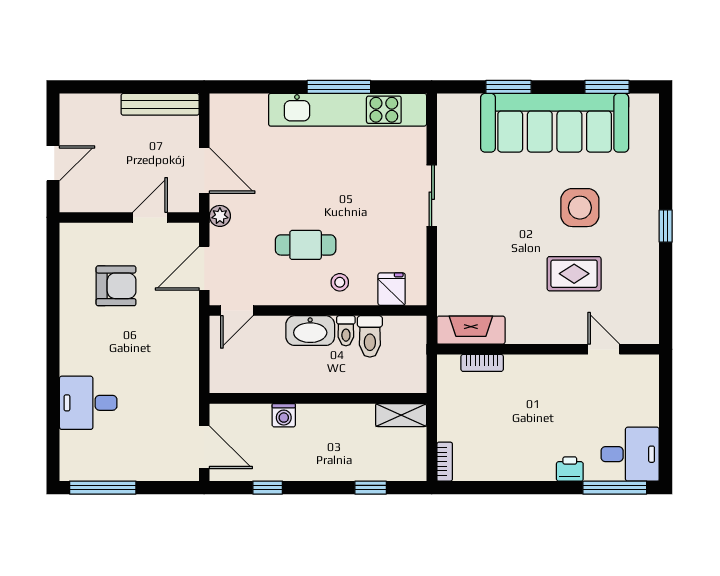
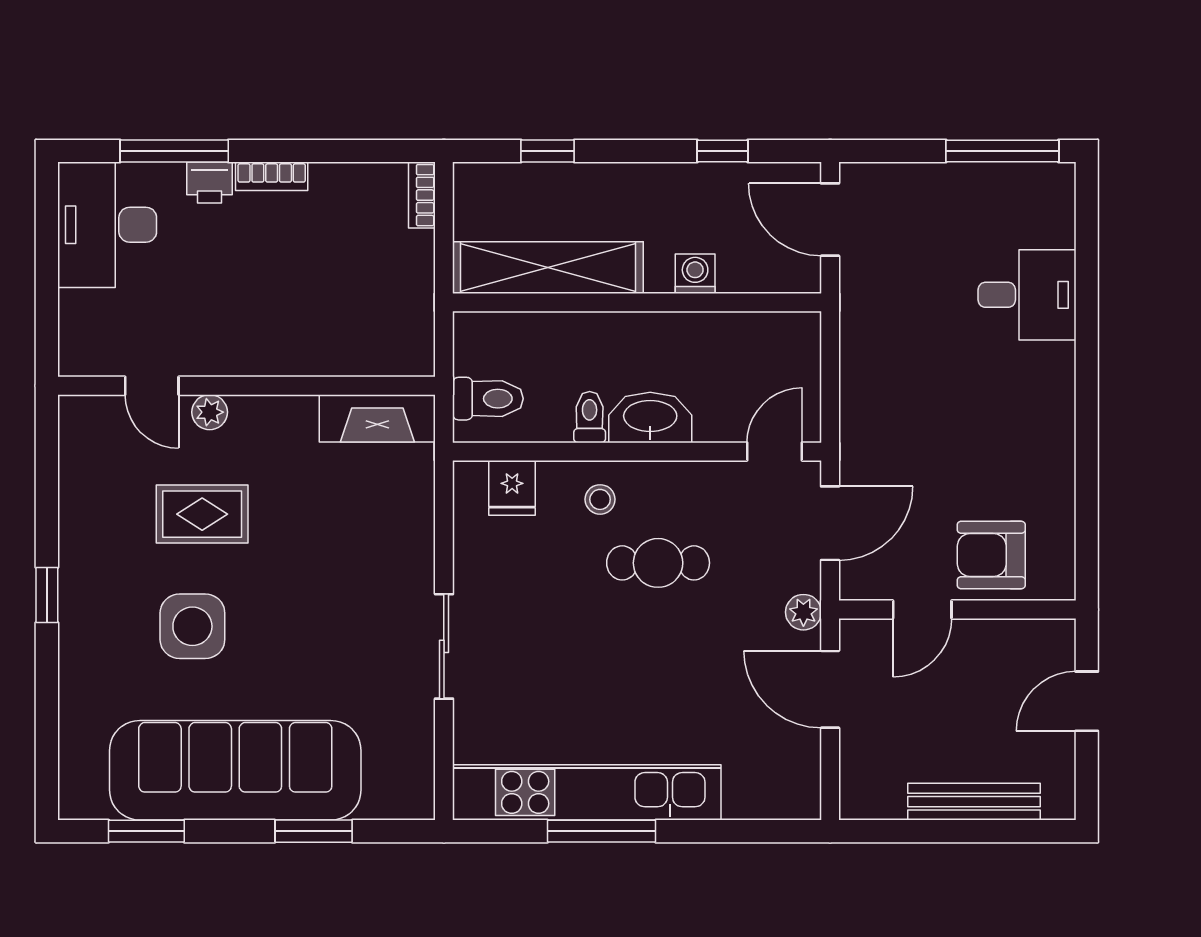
bench: (160, 104) -> (974, 802), moved
armchair: (116, 286) -> (991, 555), moved
plant: (570, 334) -> (210, 412), added
toilet: (370, 336) -> (488, 399), moved, turned 90
bookcase: (482, 363) -> (272, 176), moved, turned 180
shelving: (401, 415) -> (548, 268), width x2.20, depth x1.33
desk: (630, 454) -> (107, 225), width x1.37
window: (615, 488) -> (174, 151), moved

